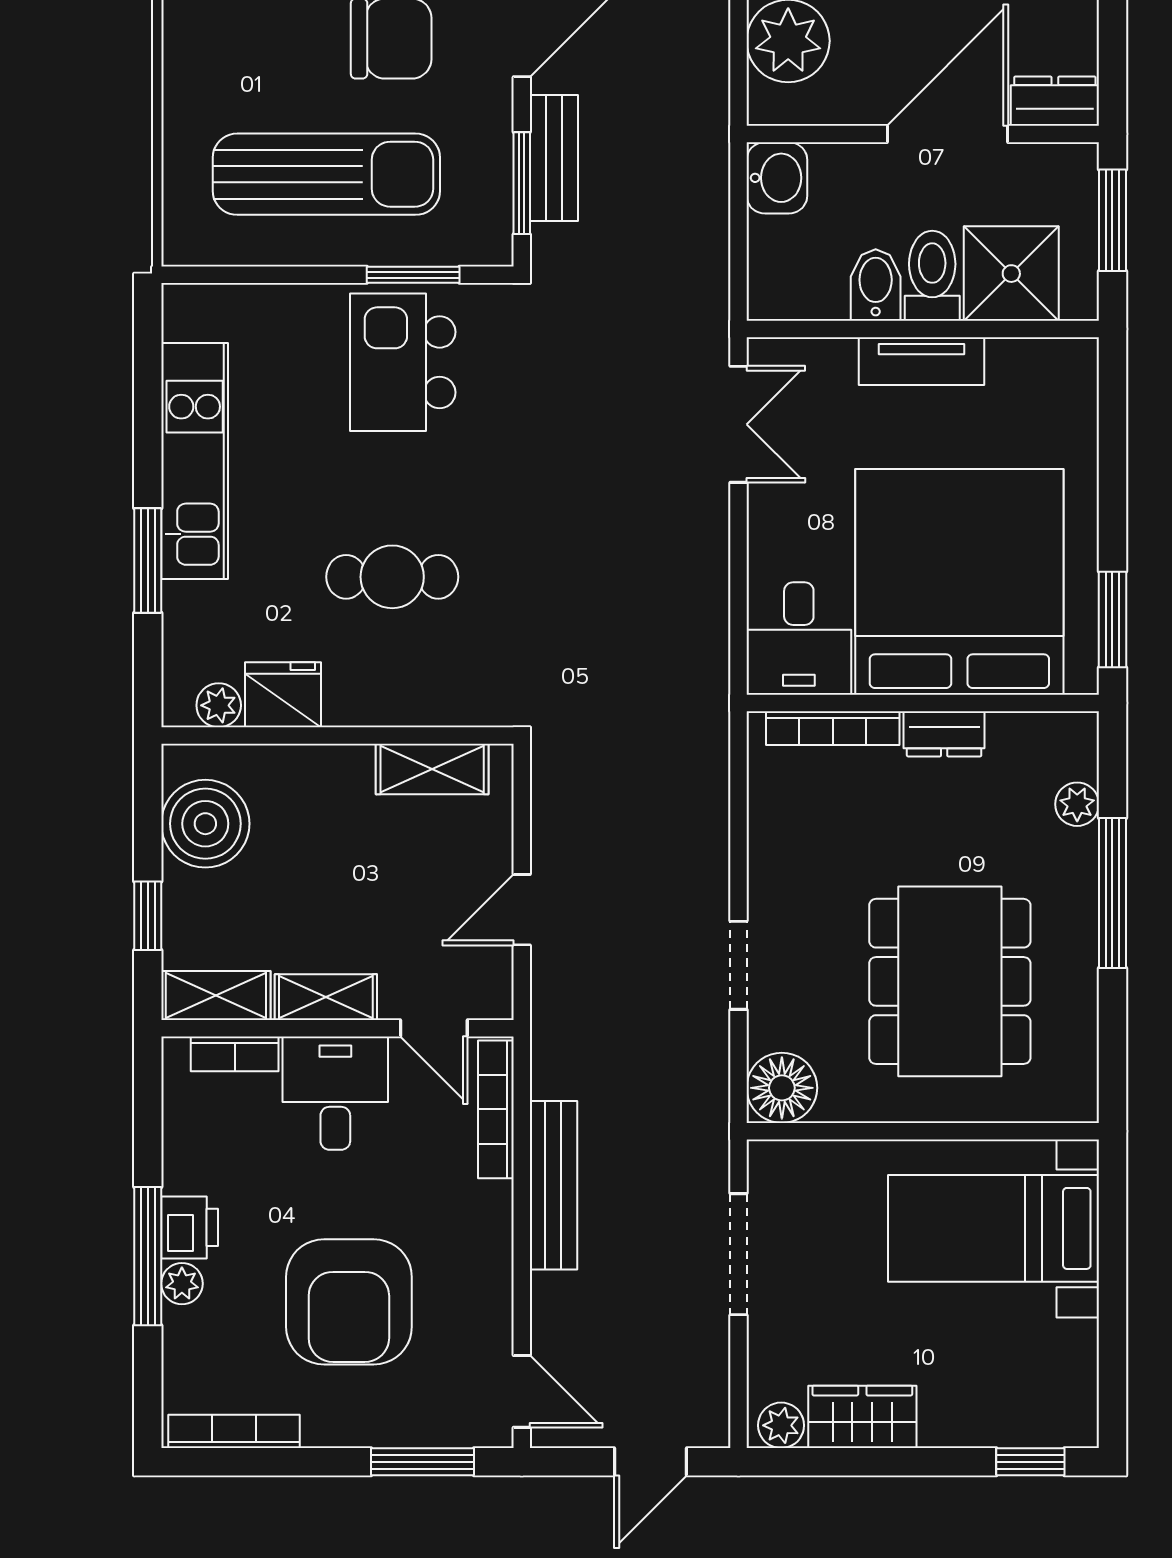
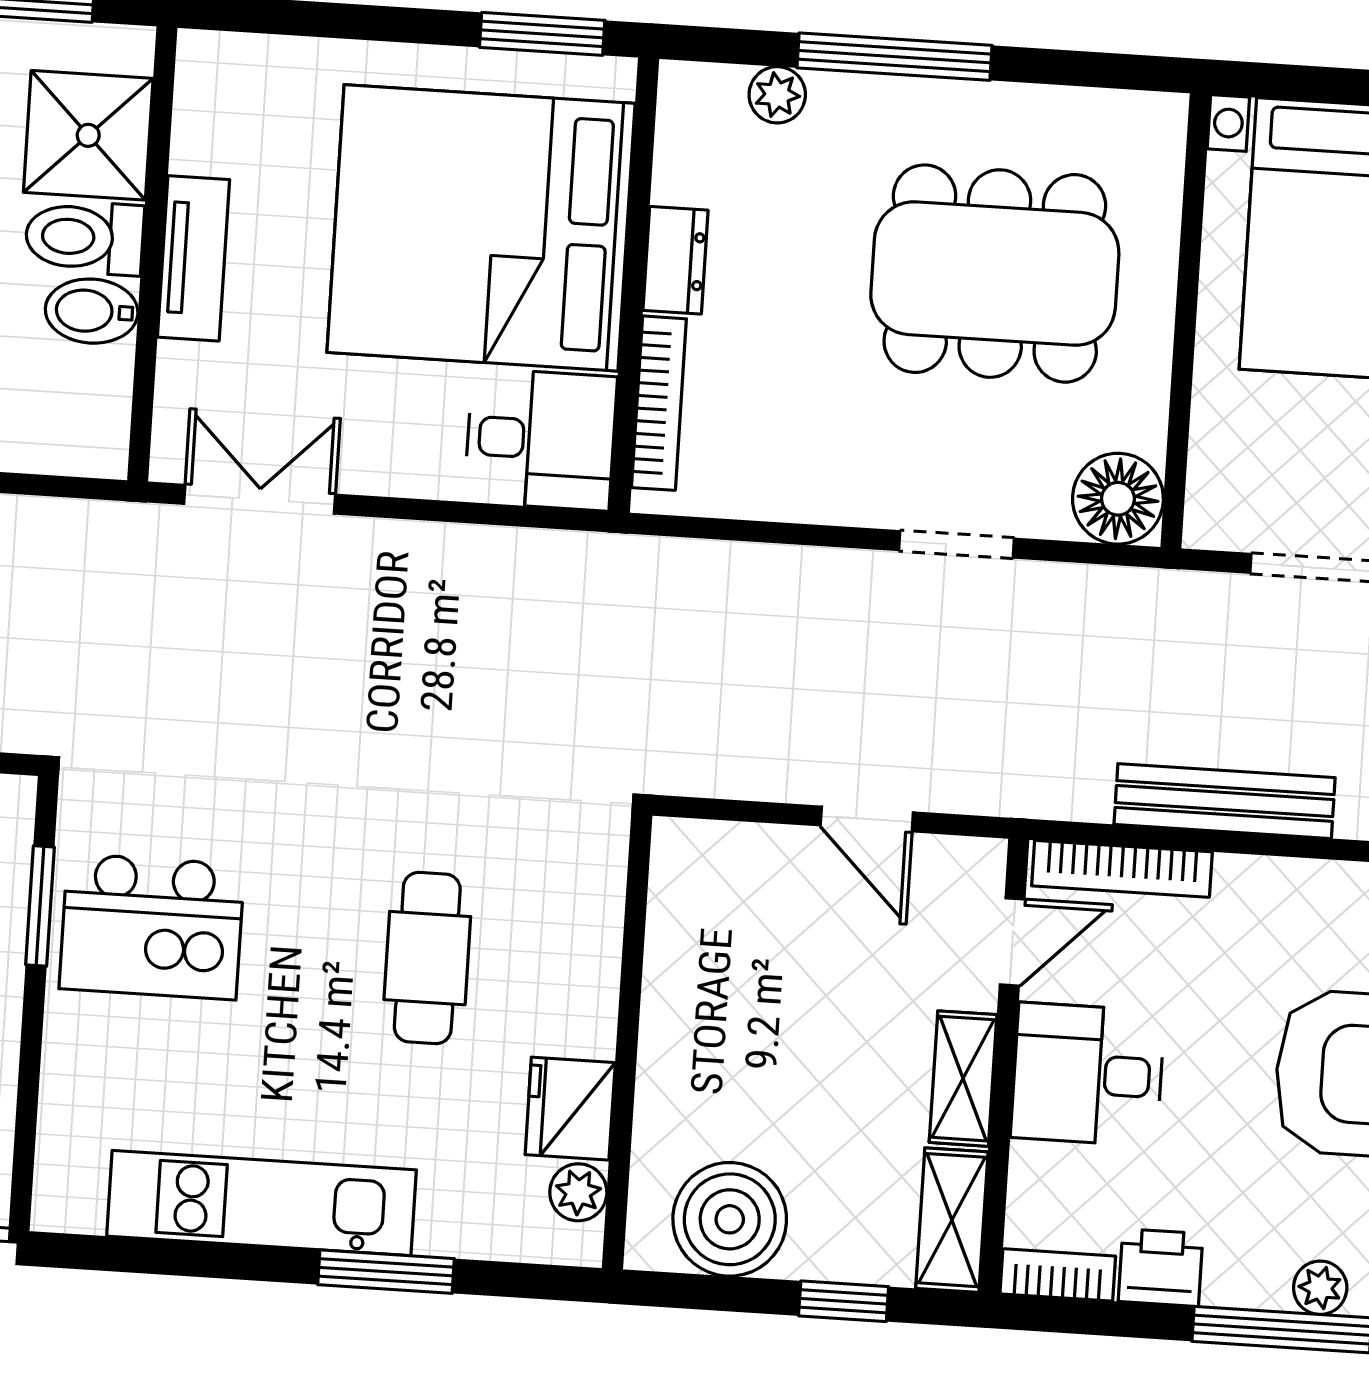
shelving: (432, 769) -> (678, 923), removed
bookcase: (235, 1054) -> (1058, 1275), moved, turned -90
printer: (190, 1227) -> (1161, 1268), moved

